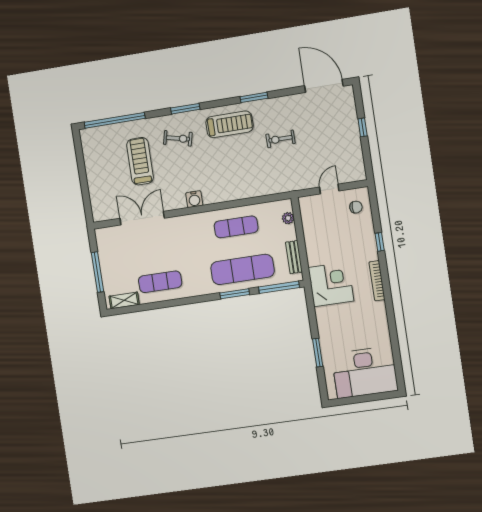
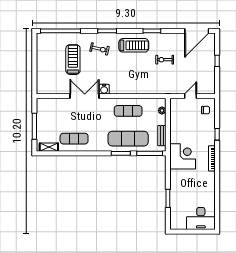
door: (324, 86) -> (197, 31), swing flipped
double door: (142, 218) -> (85, 96), moved
desk: (365, 372) -> (201, 218), width x0.73, depth x0.77

